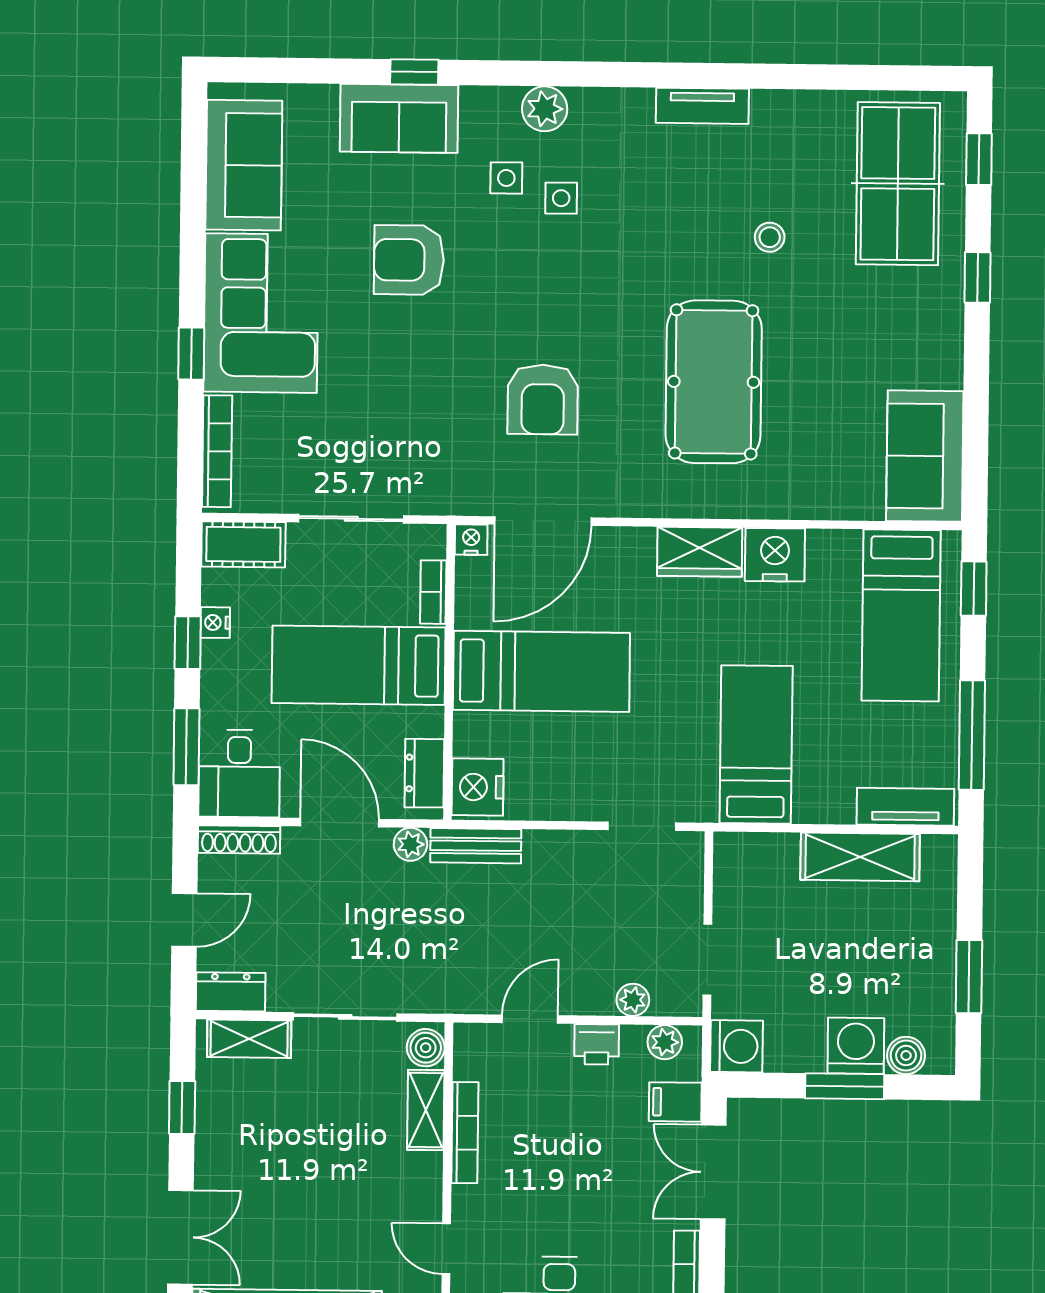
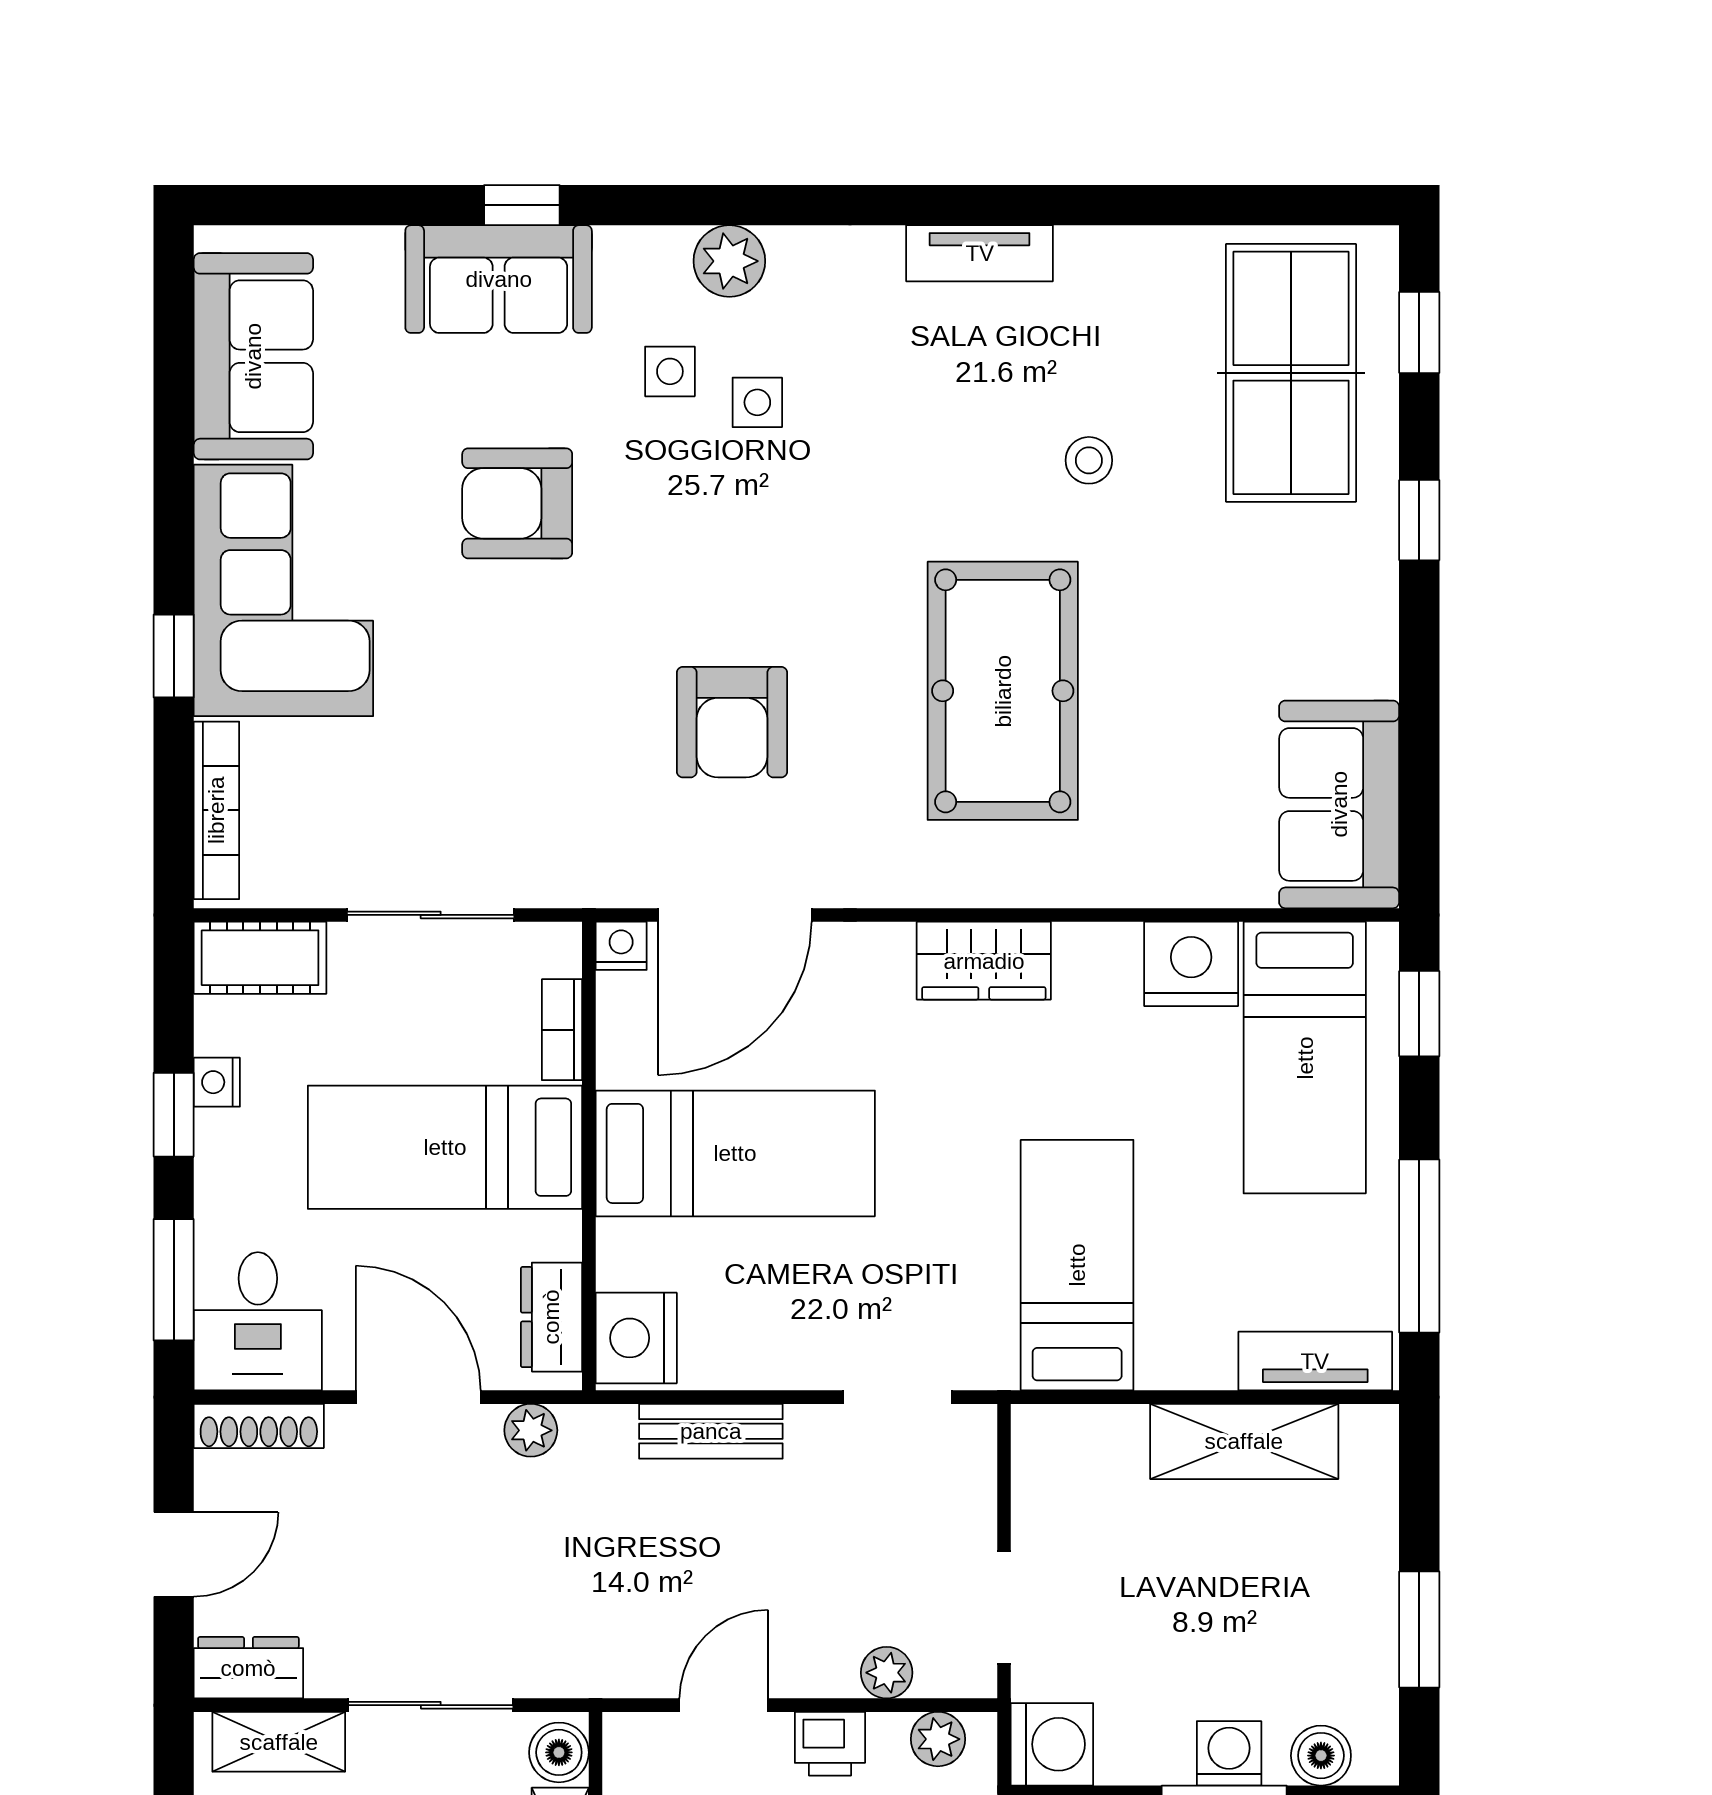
nightstand: (775, 555) -> (1191, 964), moved
bench: (476, 846) -> (711, 1431), moved
washing machine: (856, 1046) -> (1229, 1753), width x0.73, depth x0.73

